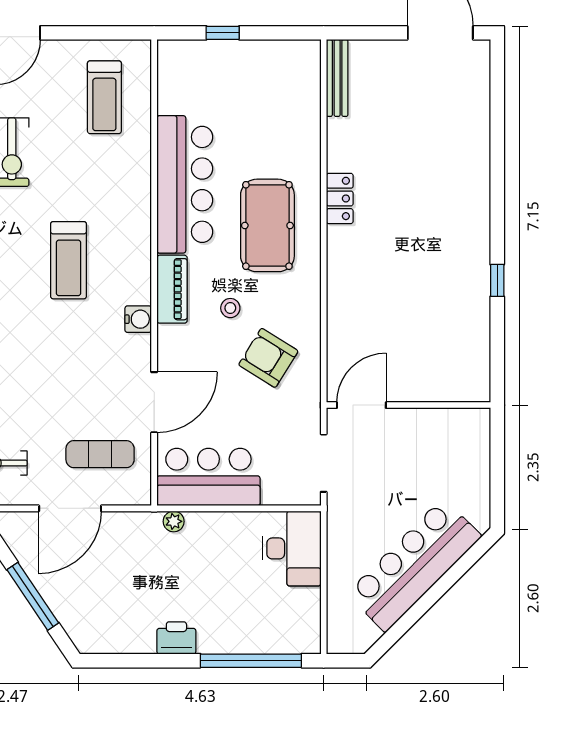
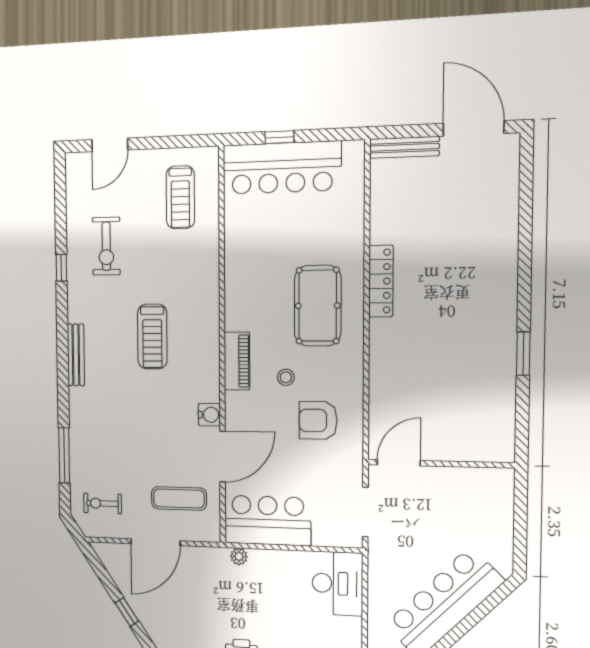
bench: (337, 78) -> (404, 147), moved, turned 90
bar counter: (185, 184) -> (282, 168), moved, turned 90
locker: (340, 198) -> (381, 281), width x1.53
window: (497, 280) -> (523, 354), width x1.50
water cooler: (138, 319) -> (209, 415), moved
armchair: (268, 358) -> (318, 420), turned -32
window: (33, 596) -> (127, 612), width x0.46

